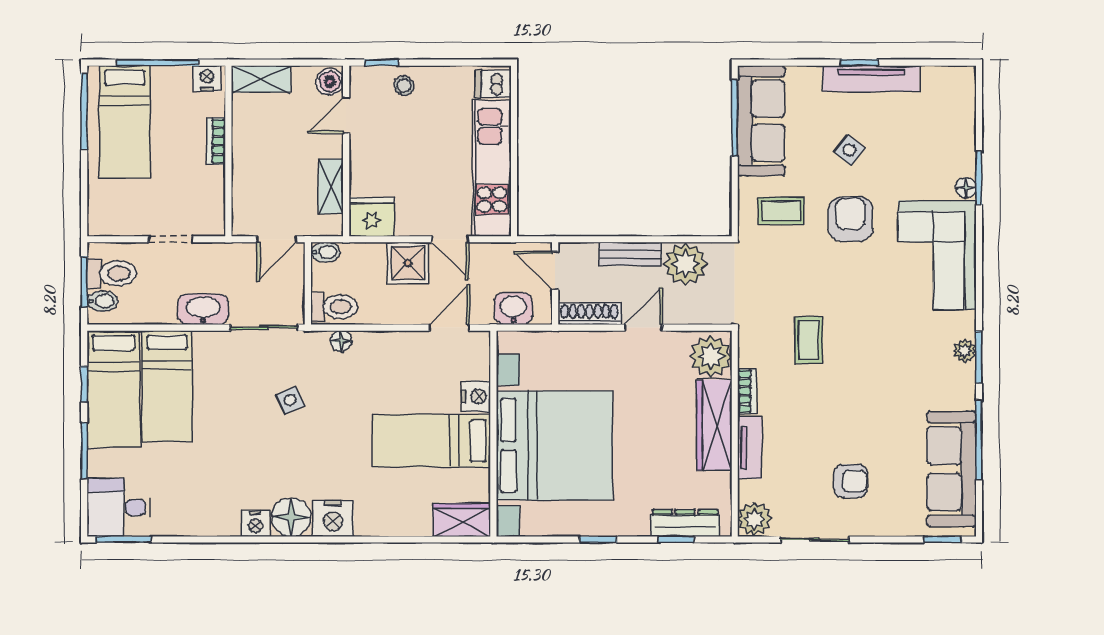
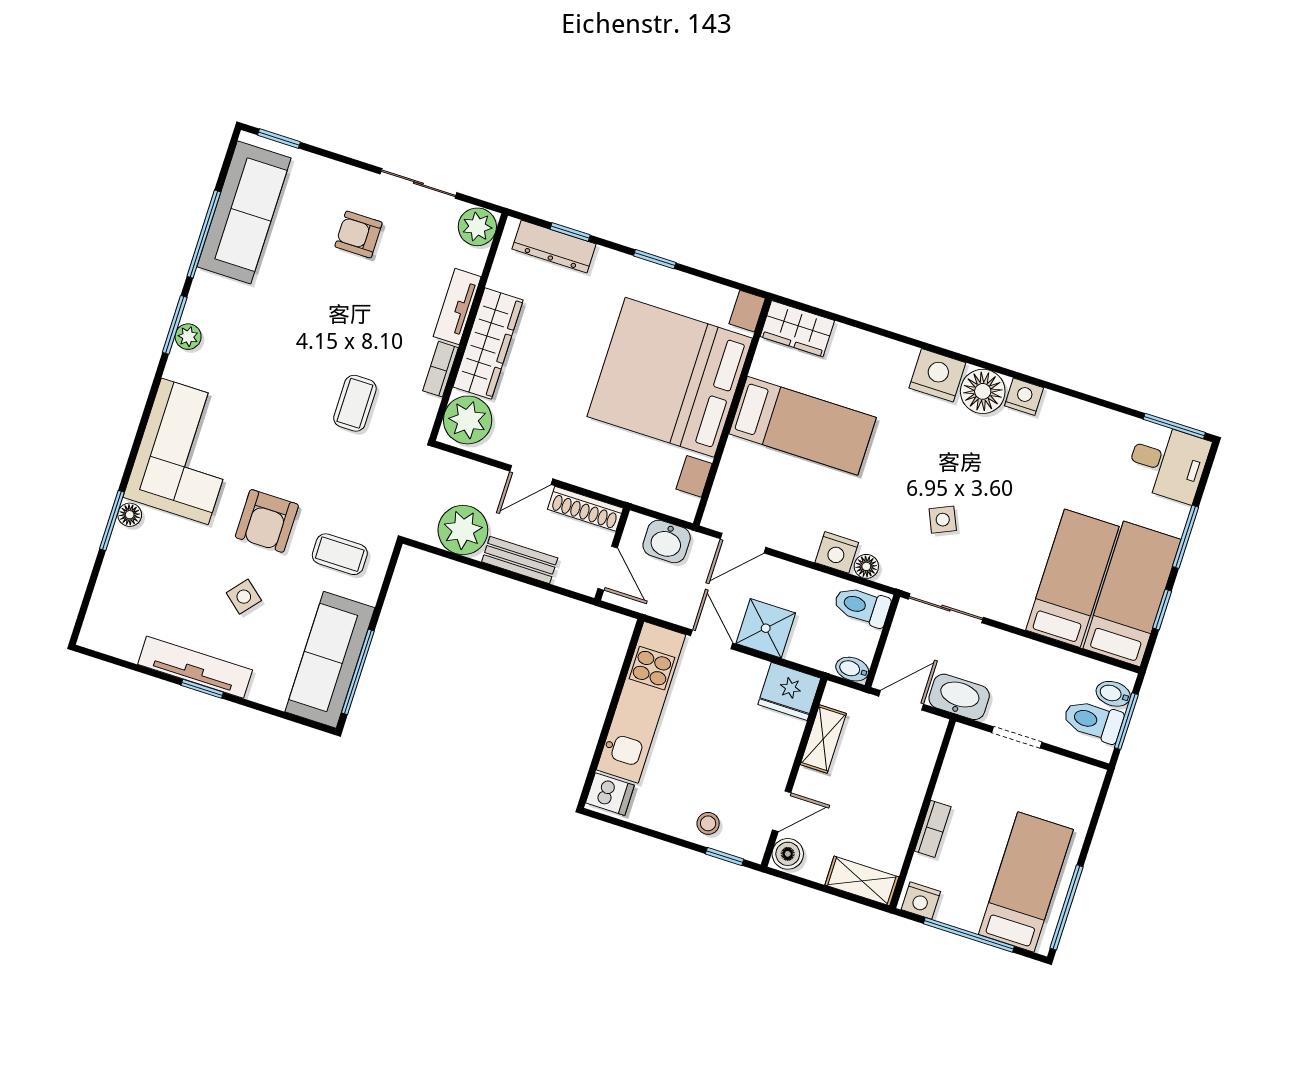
washbasin: (203, 309) -> (959, 697), moved, turned 180
nightstand: (476, 396) -> (837, 552), moved, turned -90

